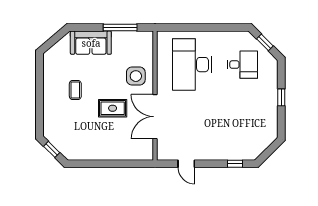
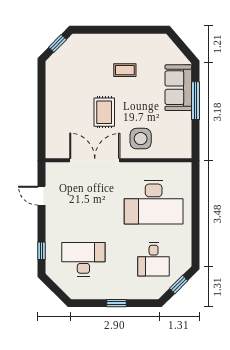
window: (120, 28) -> (196, 101), moved
desk: (192, 65) -> (154, 202), turned 180
desk: (242, 127) -> (83, 259), added
door: (186, 164) -> (41, 196), hinge flipped

